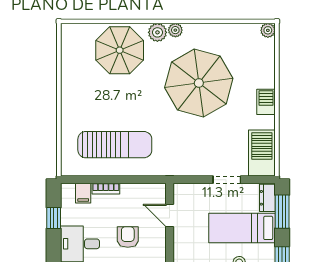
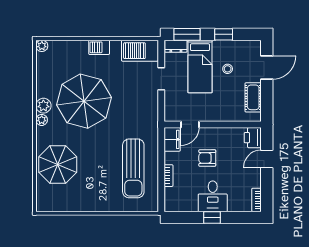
plant: (157, 32) -> (43, 106), moved
sun lounger: (115, 145) -> (133, 168), turned 180
filing cabinet: (83, 193) -> (172, 139), moved, width x2.00
window: (54, 218) -> (212, 217), moved

